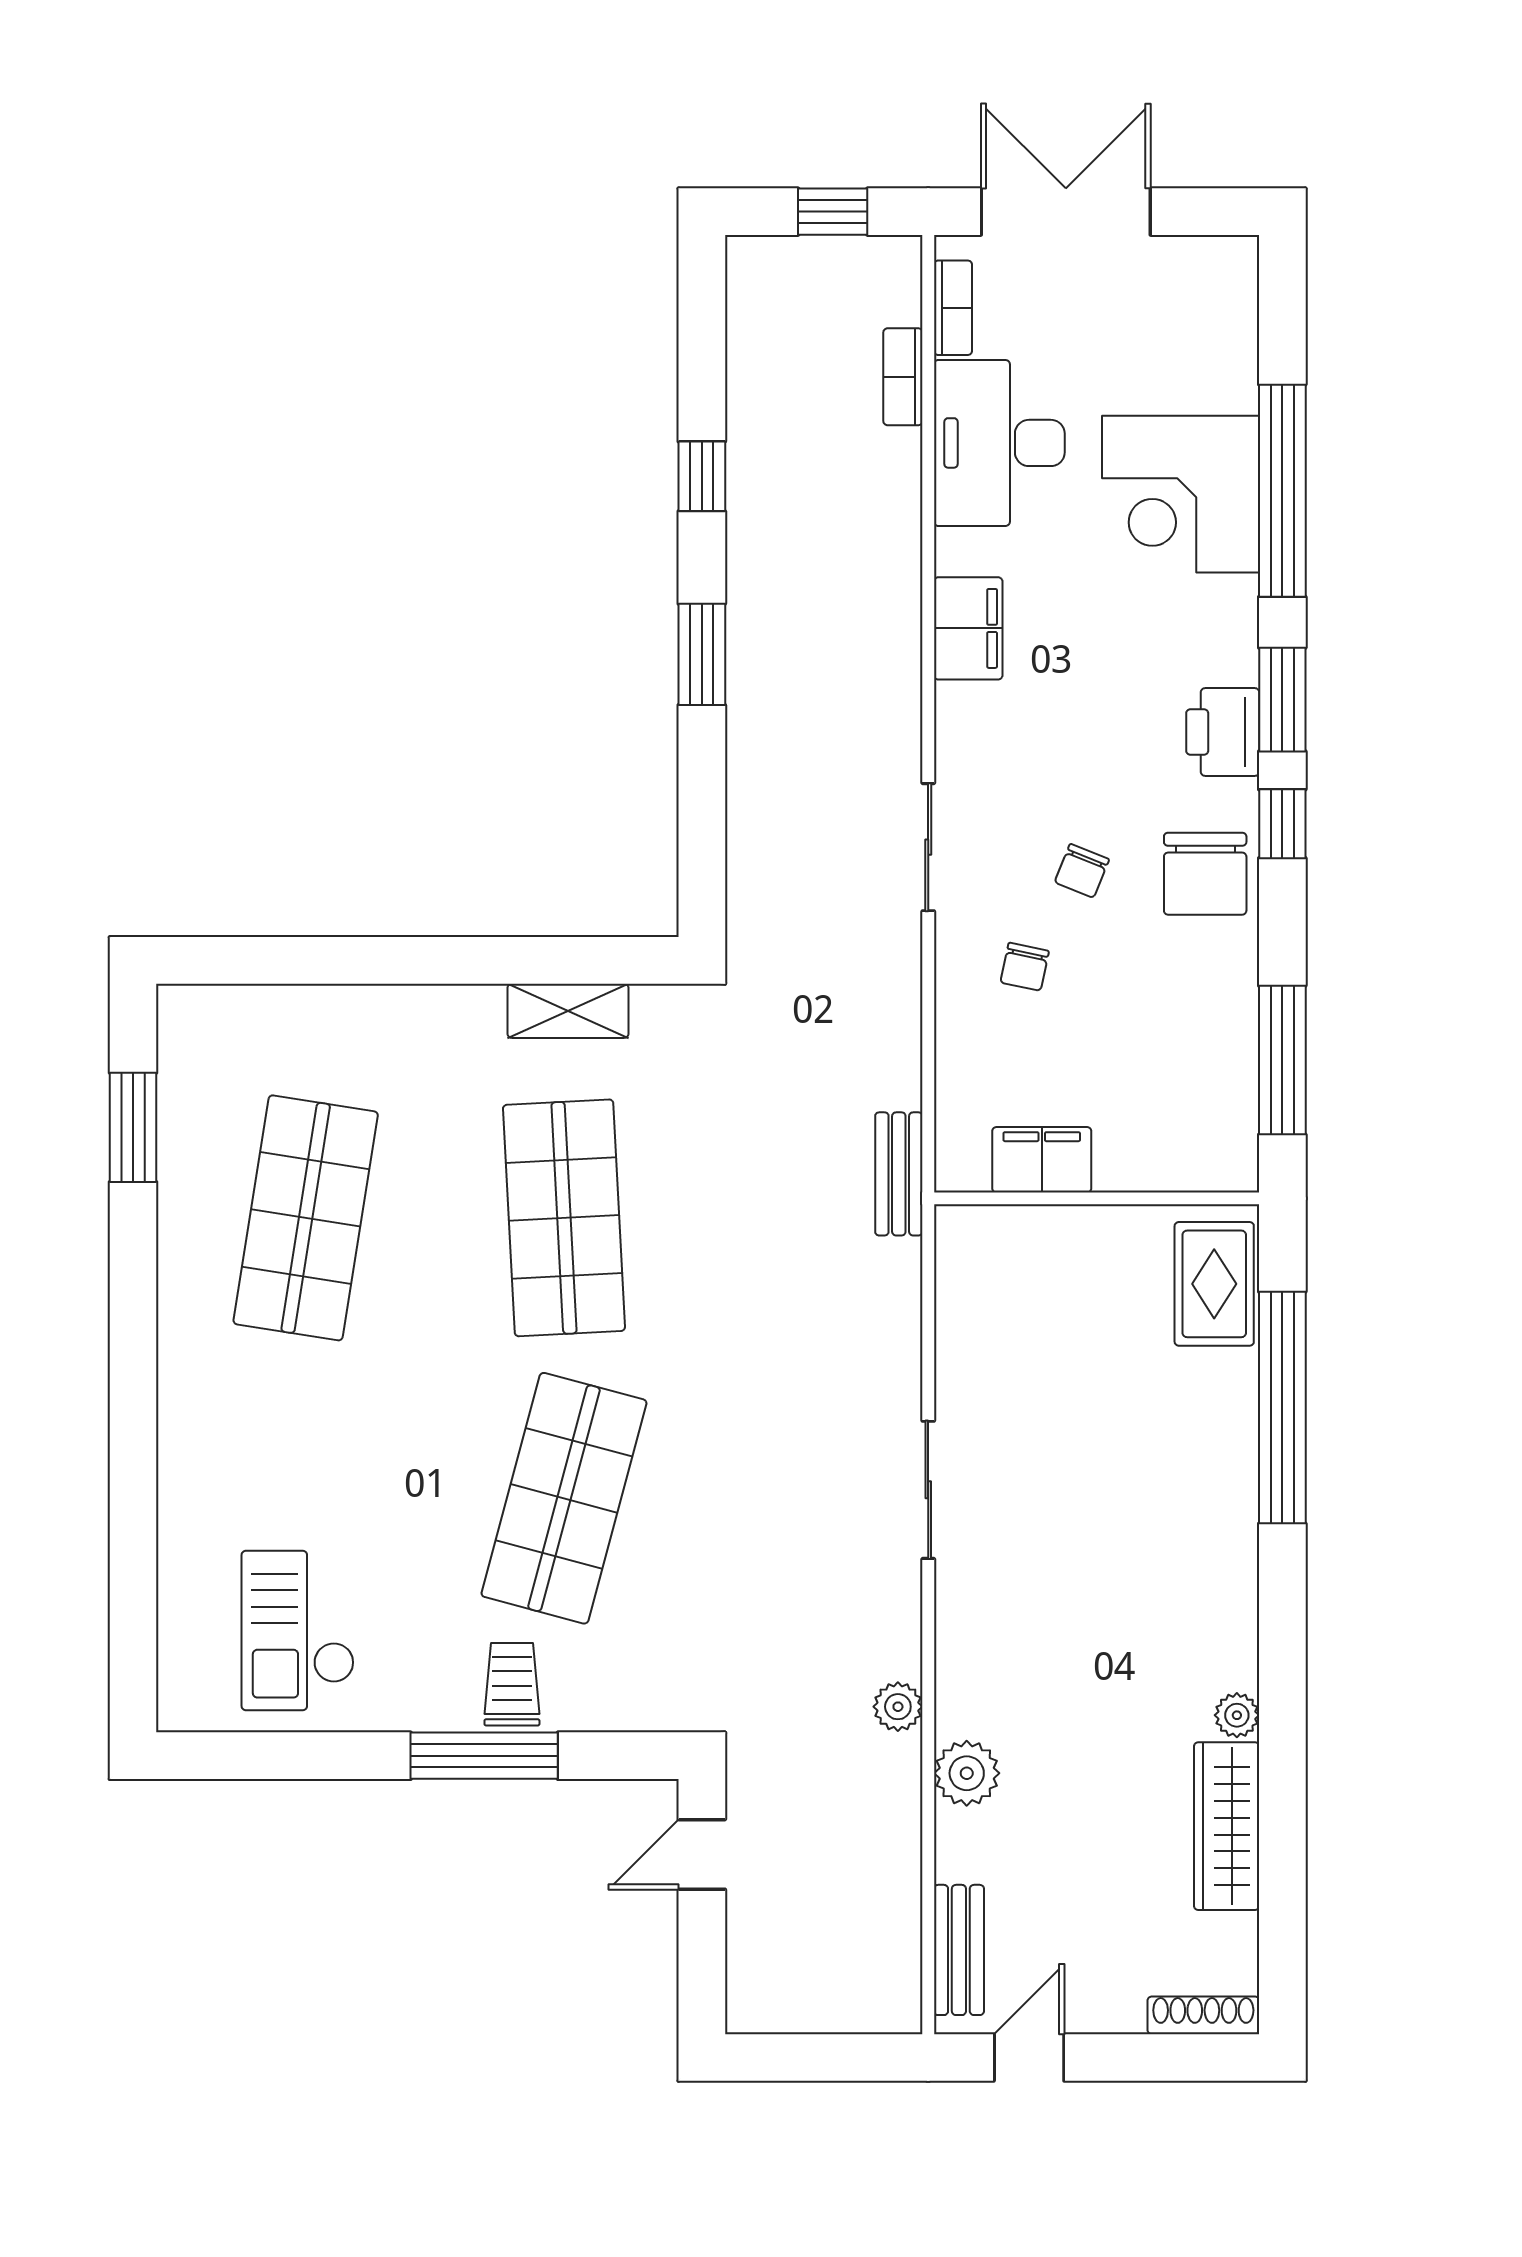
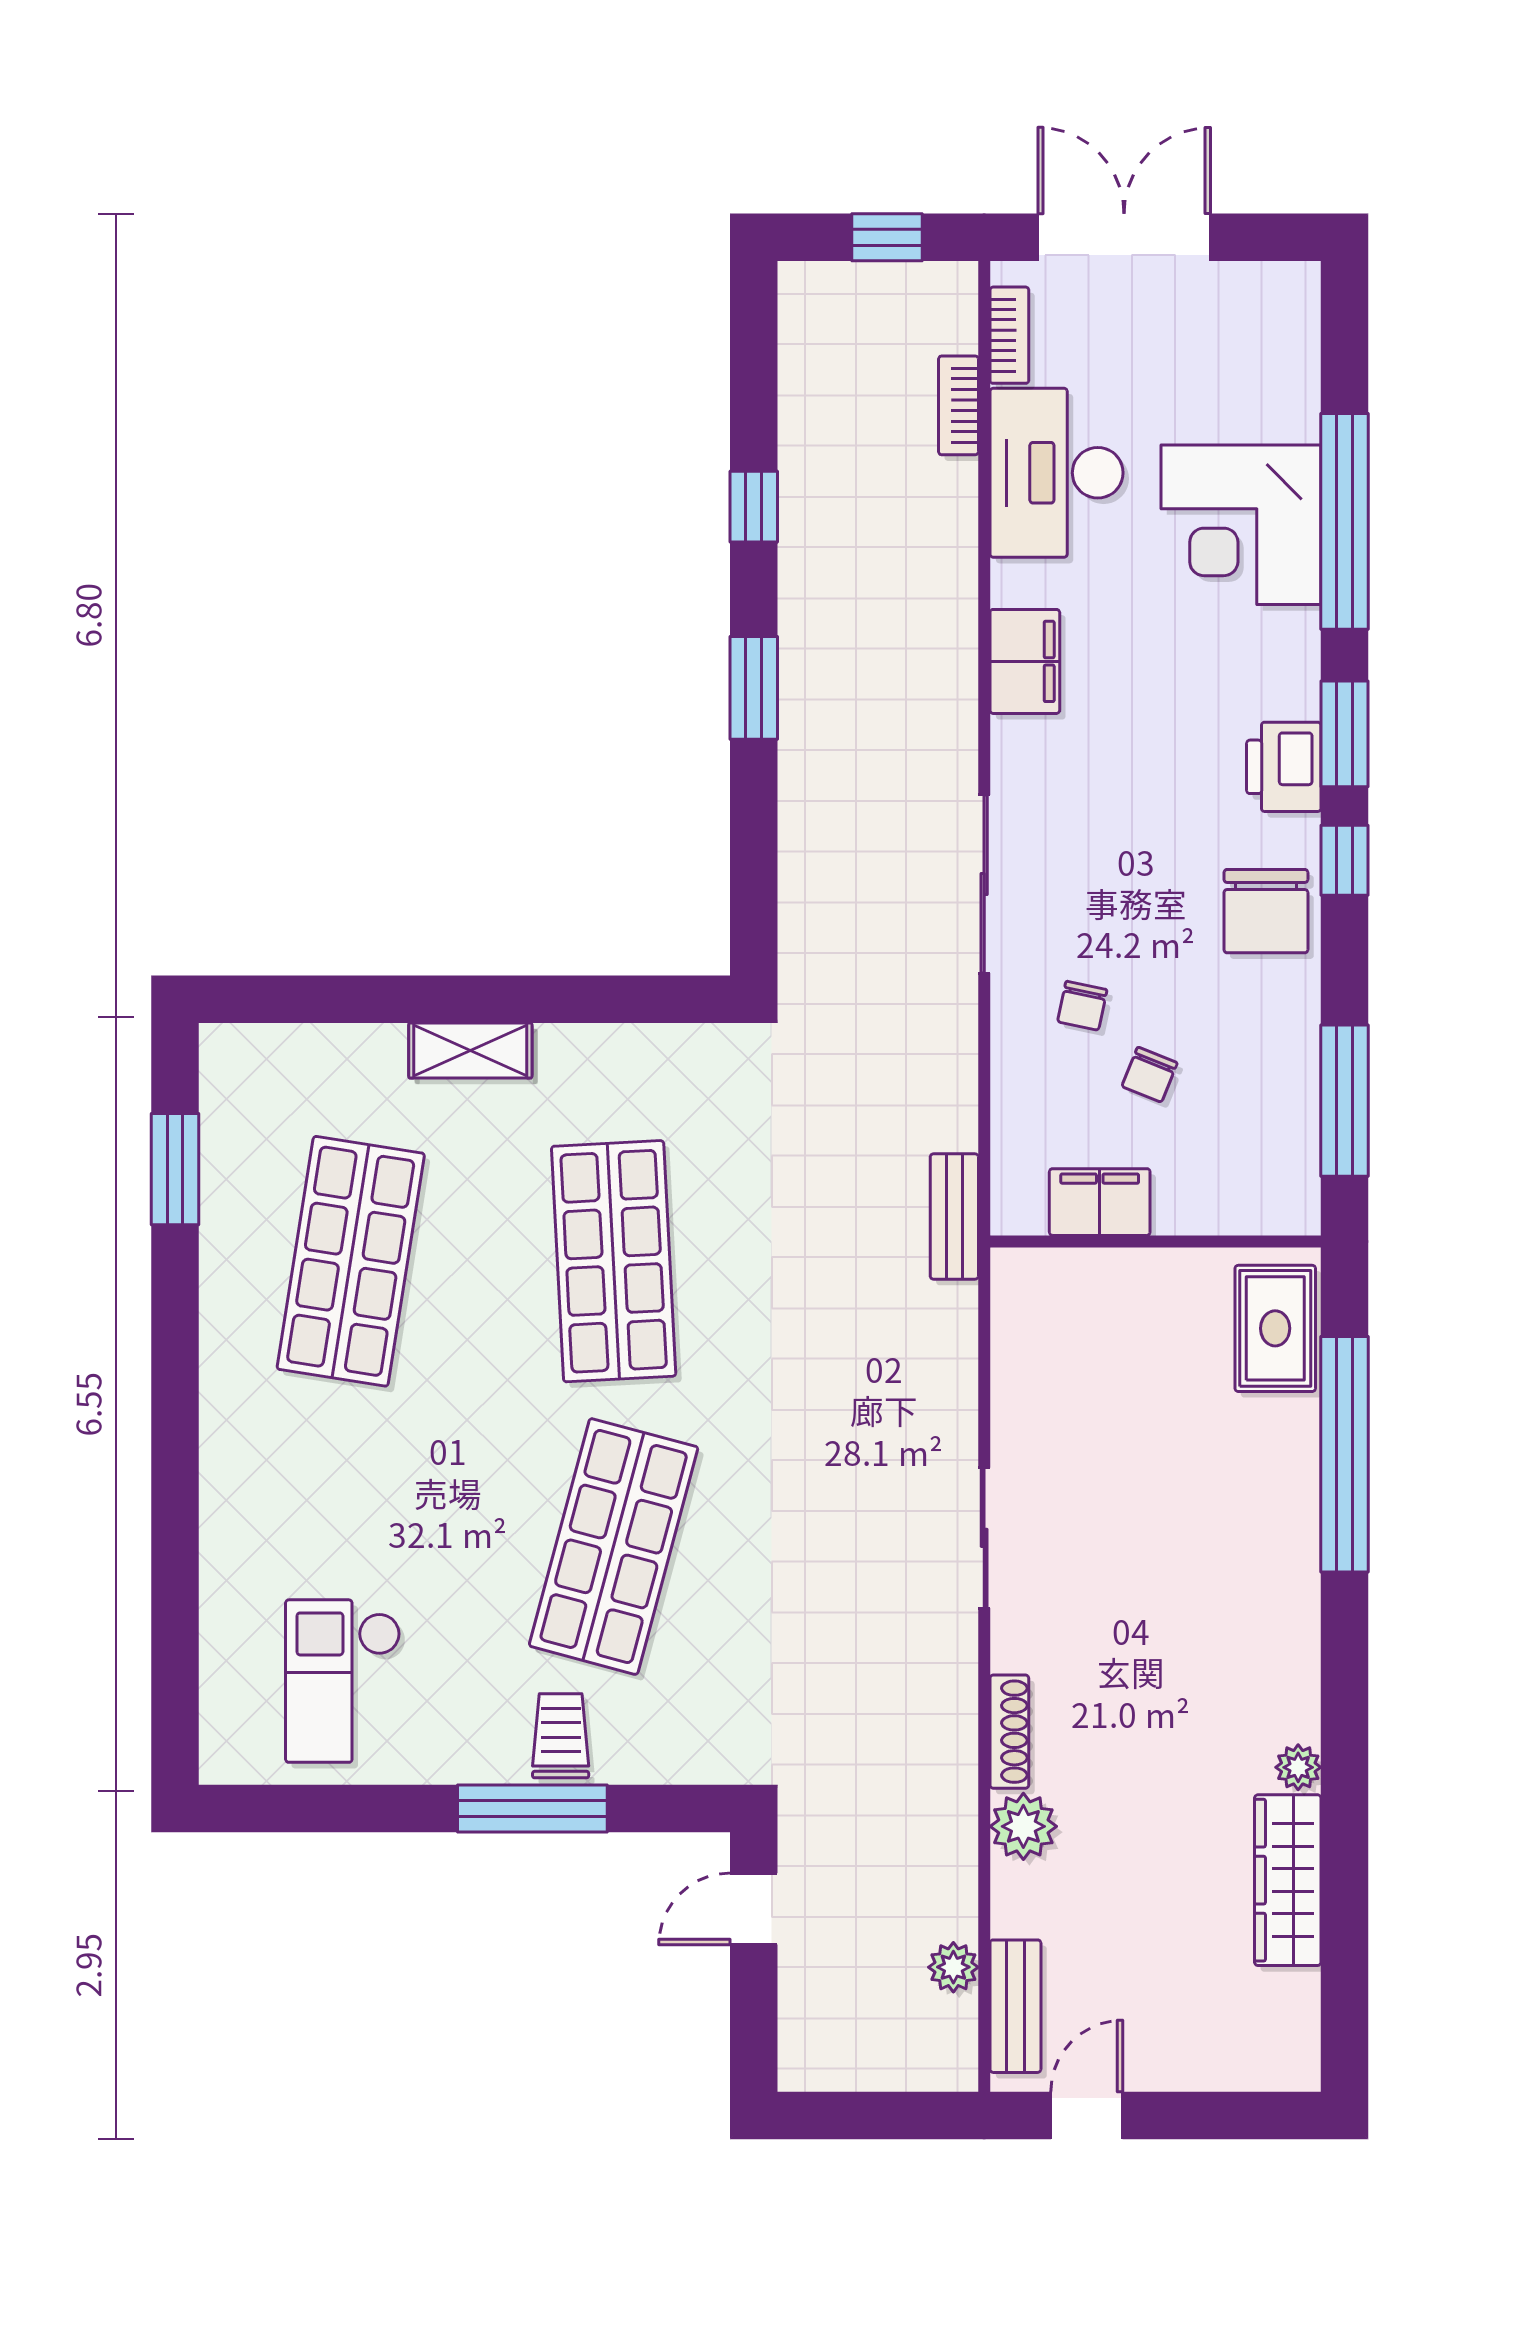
sliding door: (928, 847) -> (984, 884), width x1.37
chair: (1082, 871) -> (1150, 1075), moved
shelving: (568, 1011) -> (470, 1051), moved
plant: (898, 1707) -> (953, 1967), moved
shoe rack: (1203, 2015) -> (1009, 1732), moved, turned 90

